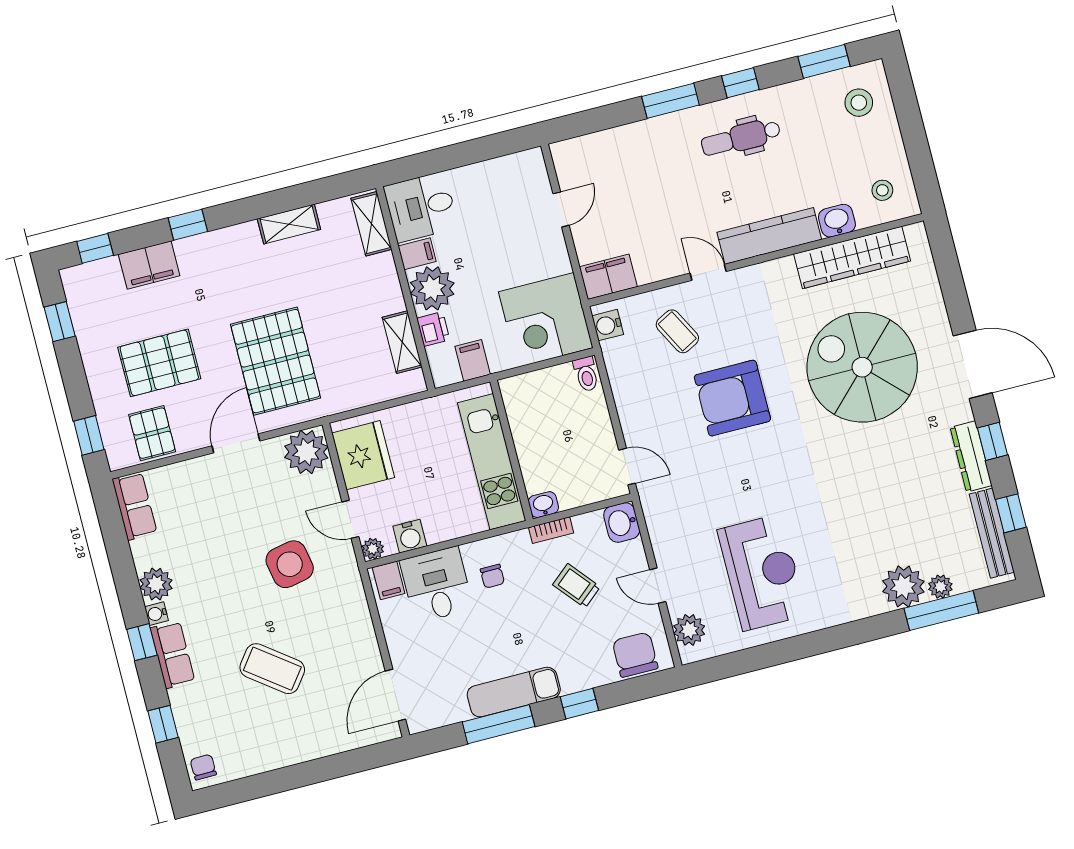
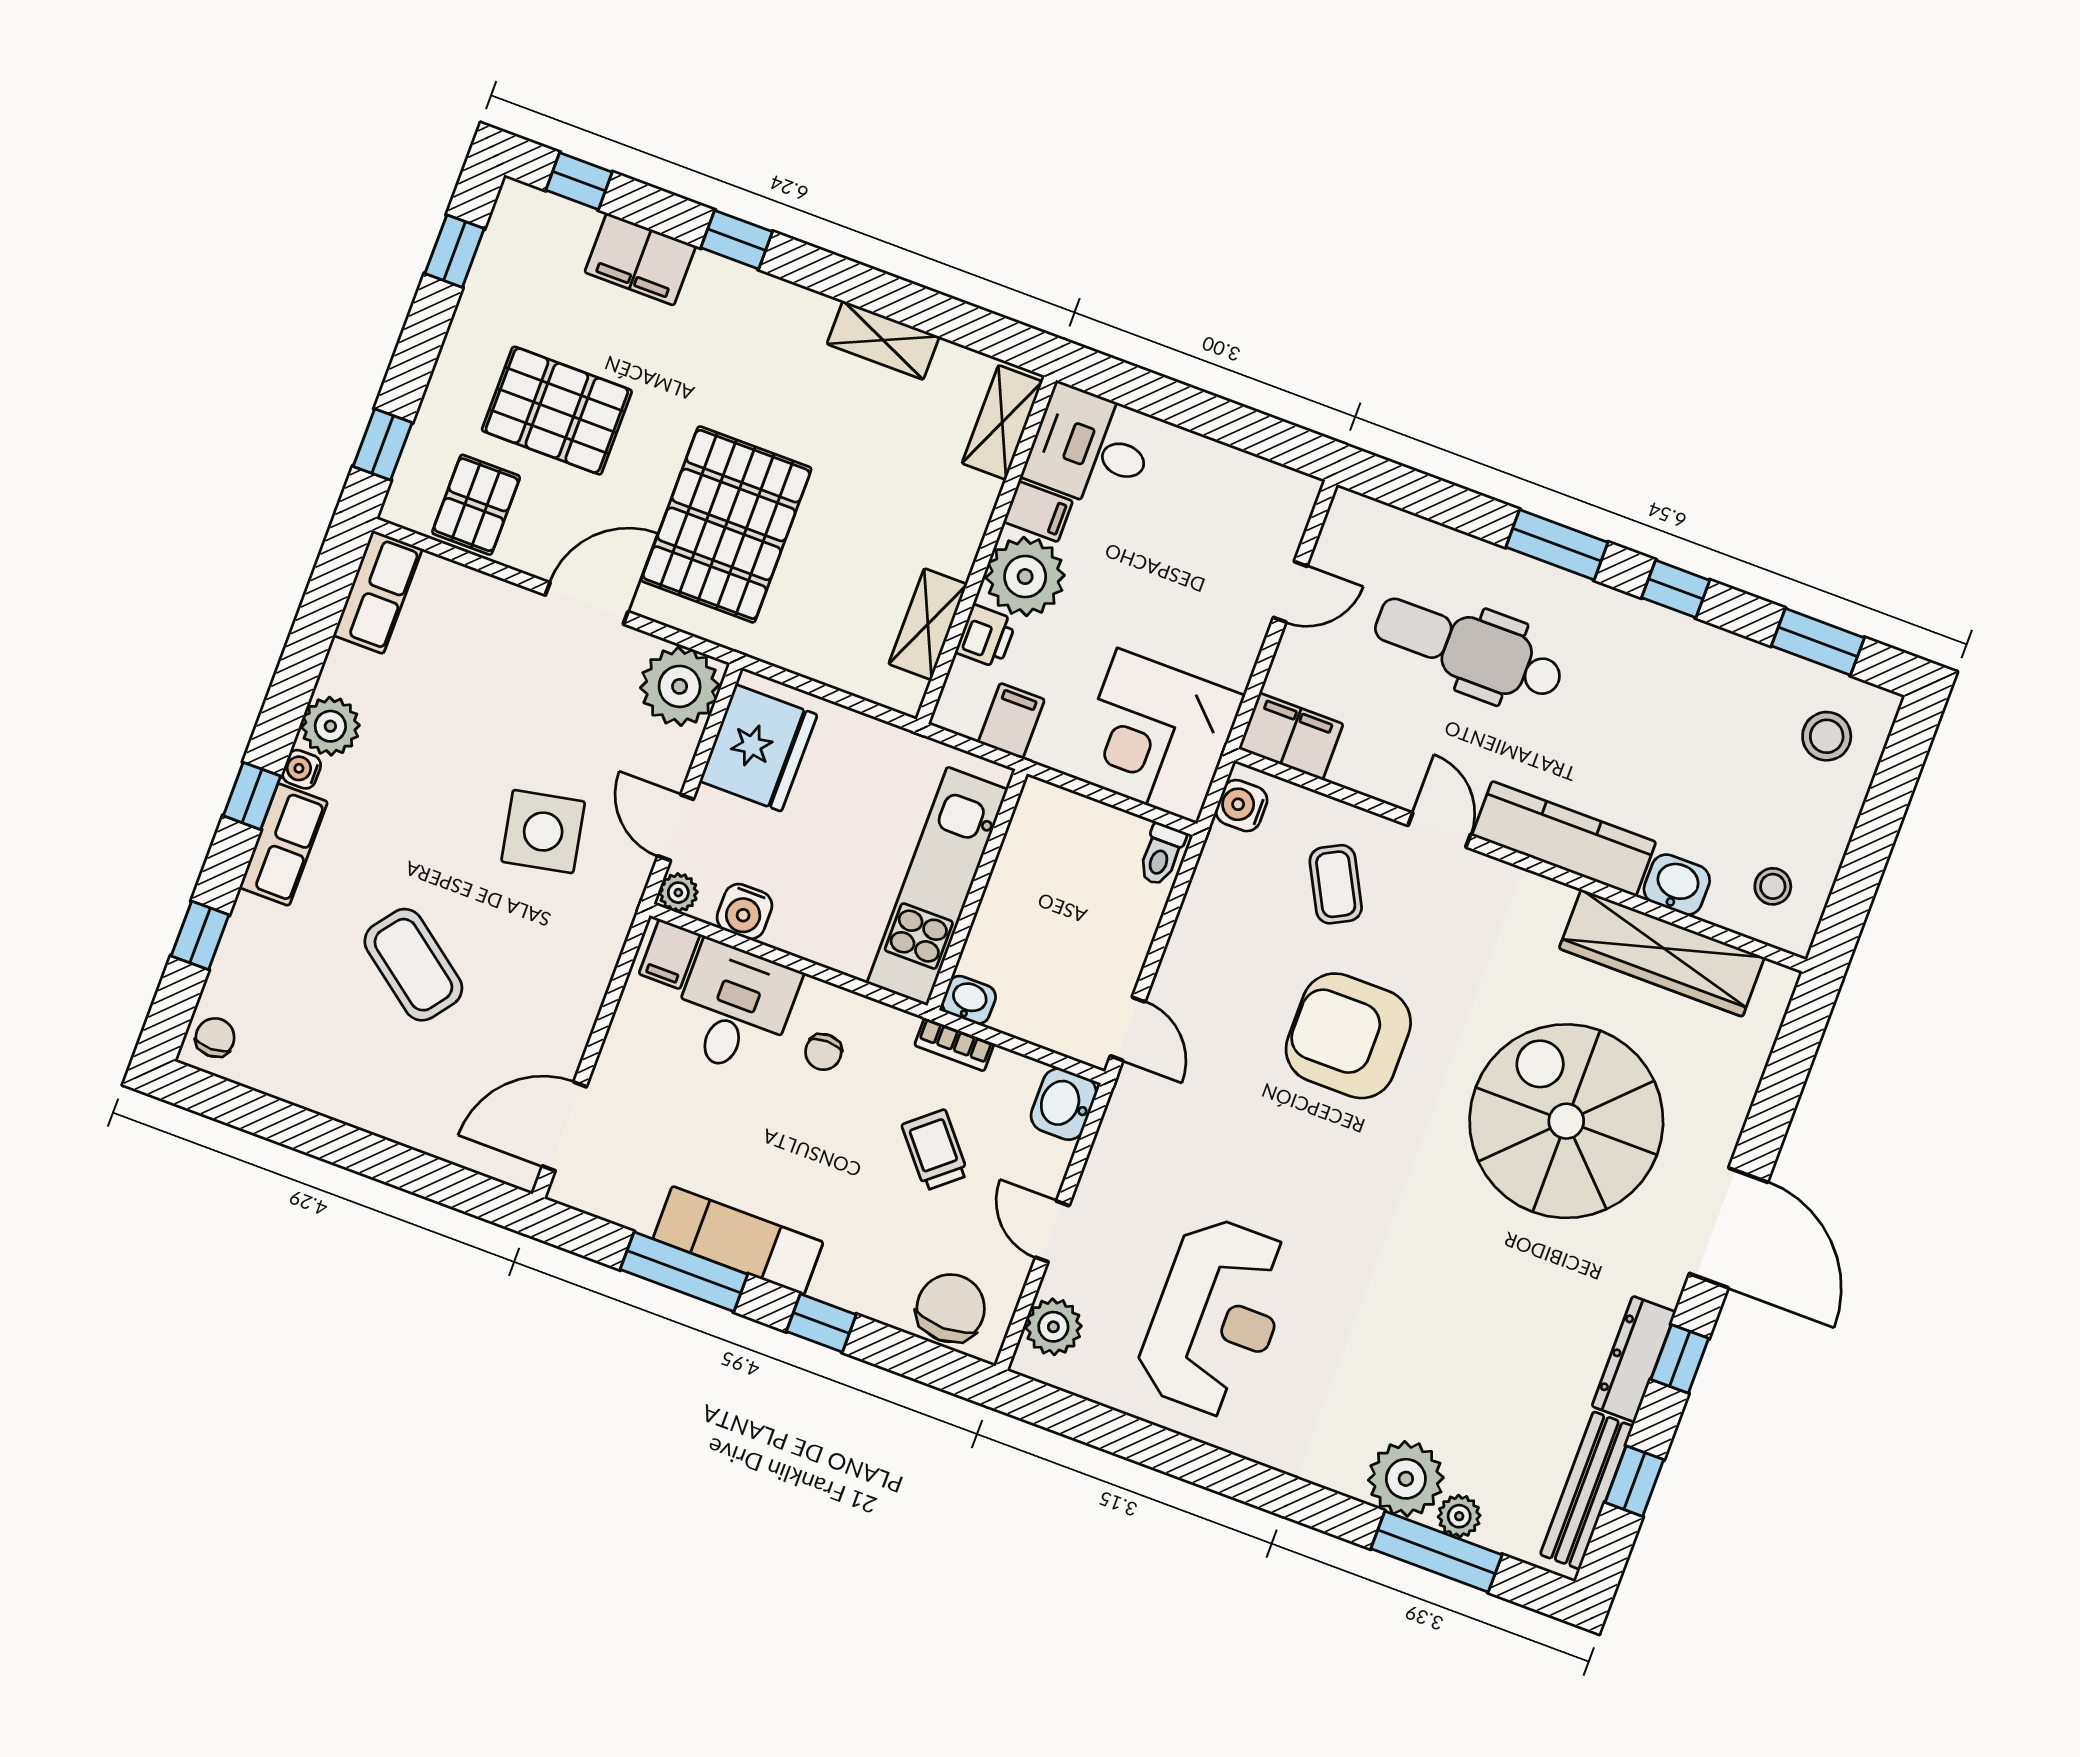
dental chair: (741, 138) -> (1469, 649), moved, width x1.36, depth x1.38

